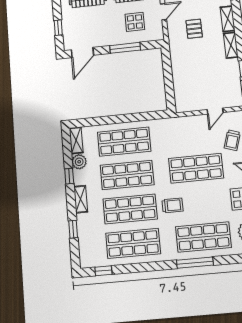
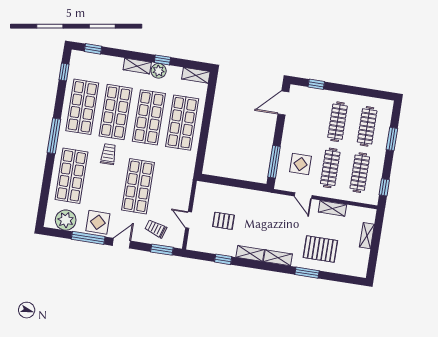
pallet: (194, 29) -> (223, 221), moved
window: (125, 48) -> (274, 162), moved
door: (82, 52) -> (283, 103), hinge flipped
plant: (79, 162) -> (159, 71), moved
trolley: (172, 205) -> (108, 154), turned 180
window: (73, 229) -> (93, 49), moved
window: (195, 263) -> (54, 136), moved

